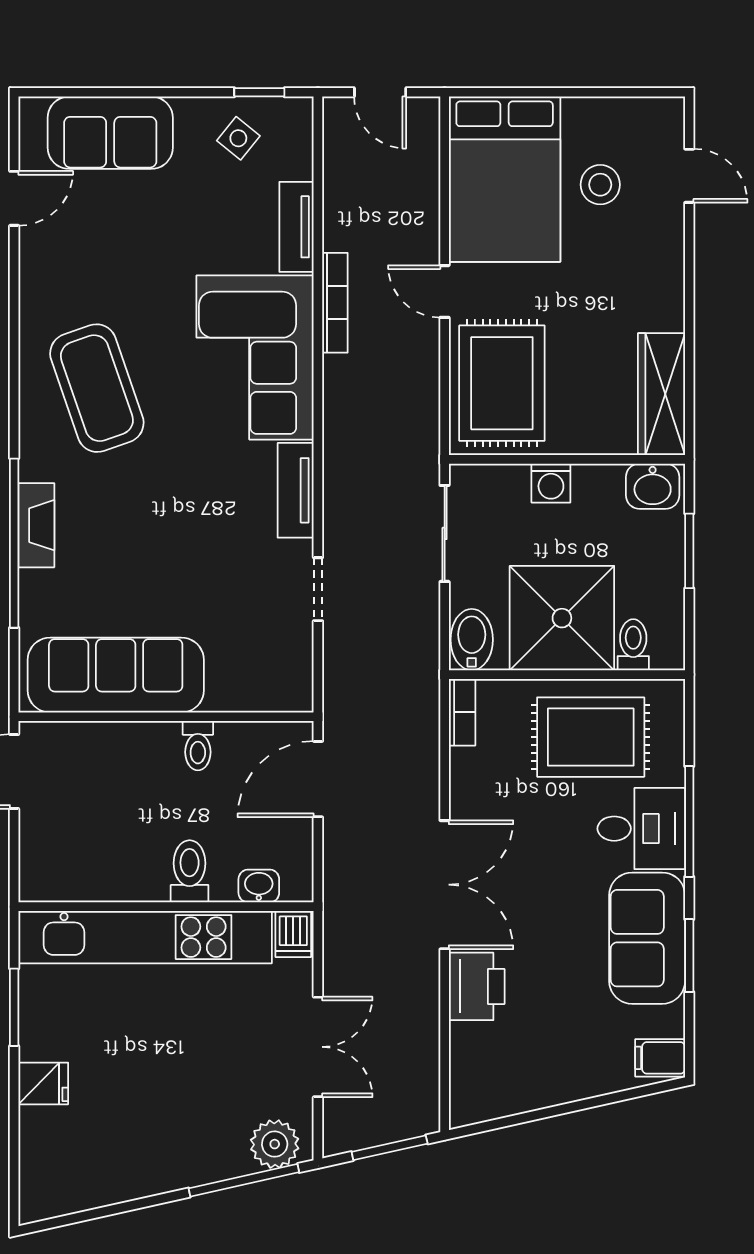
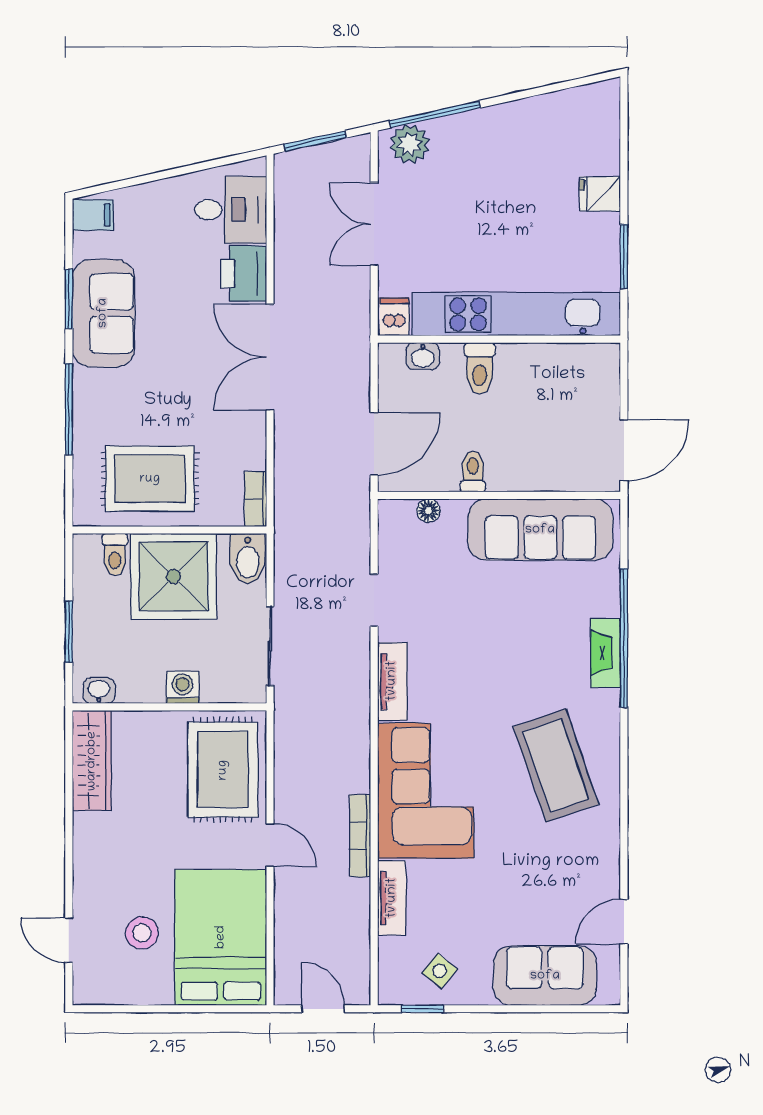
washbasin: (653, 486) -> (99, 691), width x0.72, depth x0.69
floor lamp: (252, 698) -> (428, 511), added
desk: (641, 829) -> (231, 210), moved, turned 180

